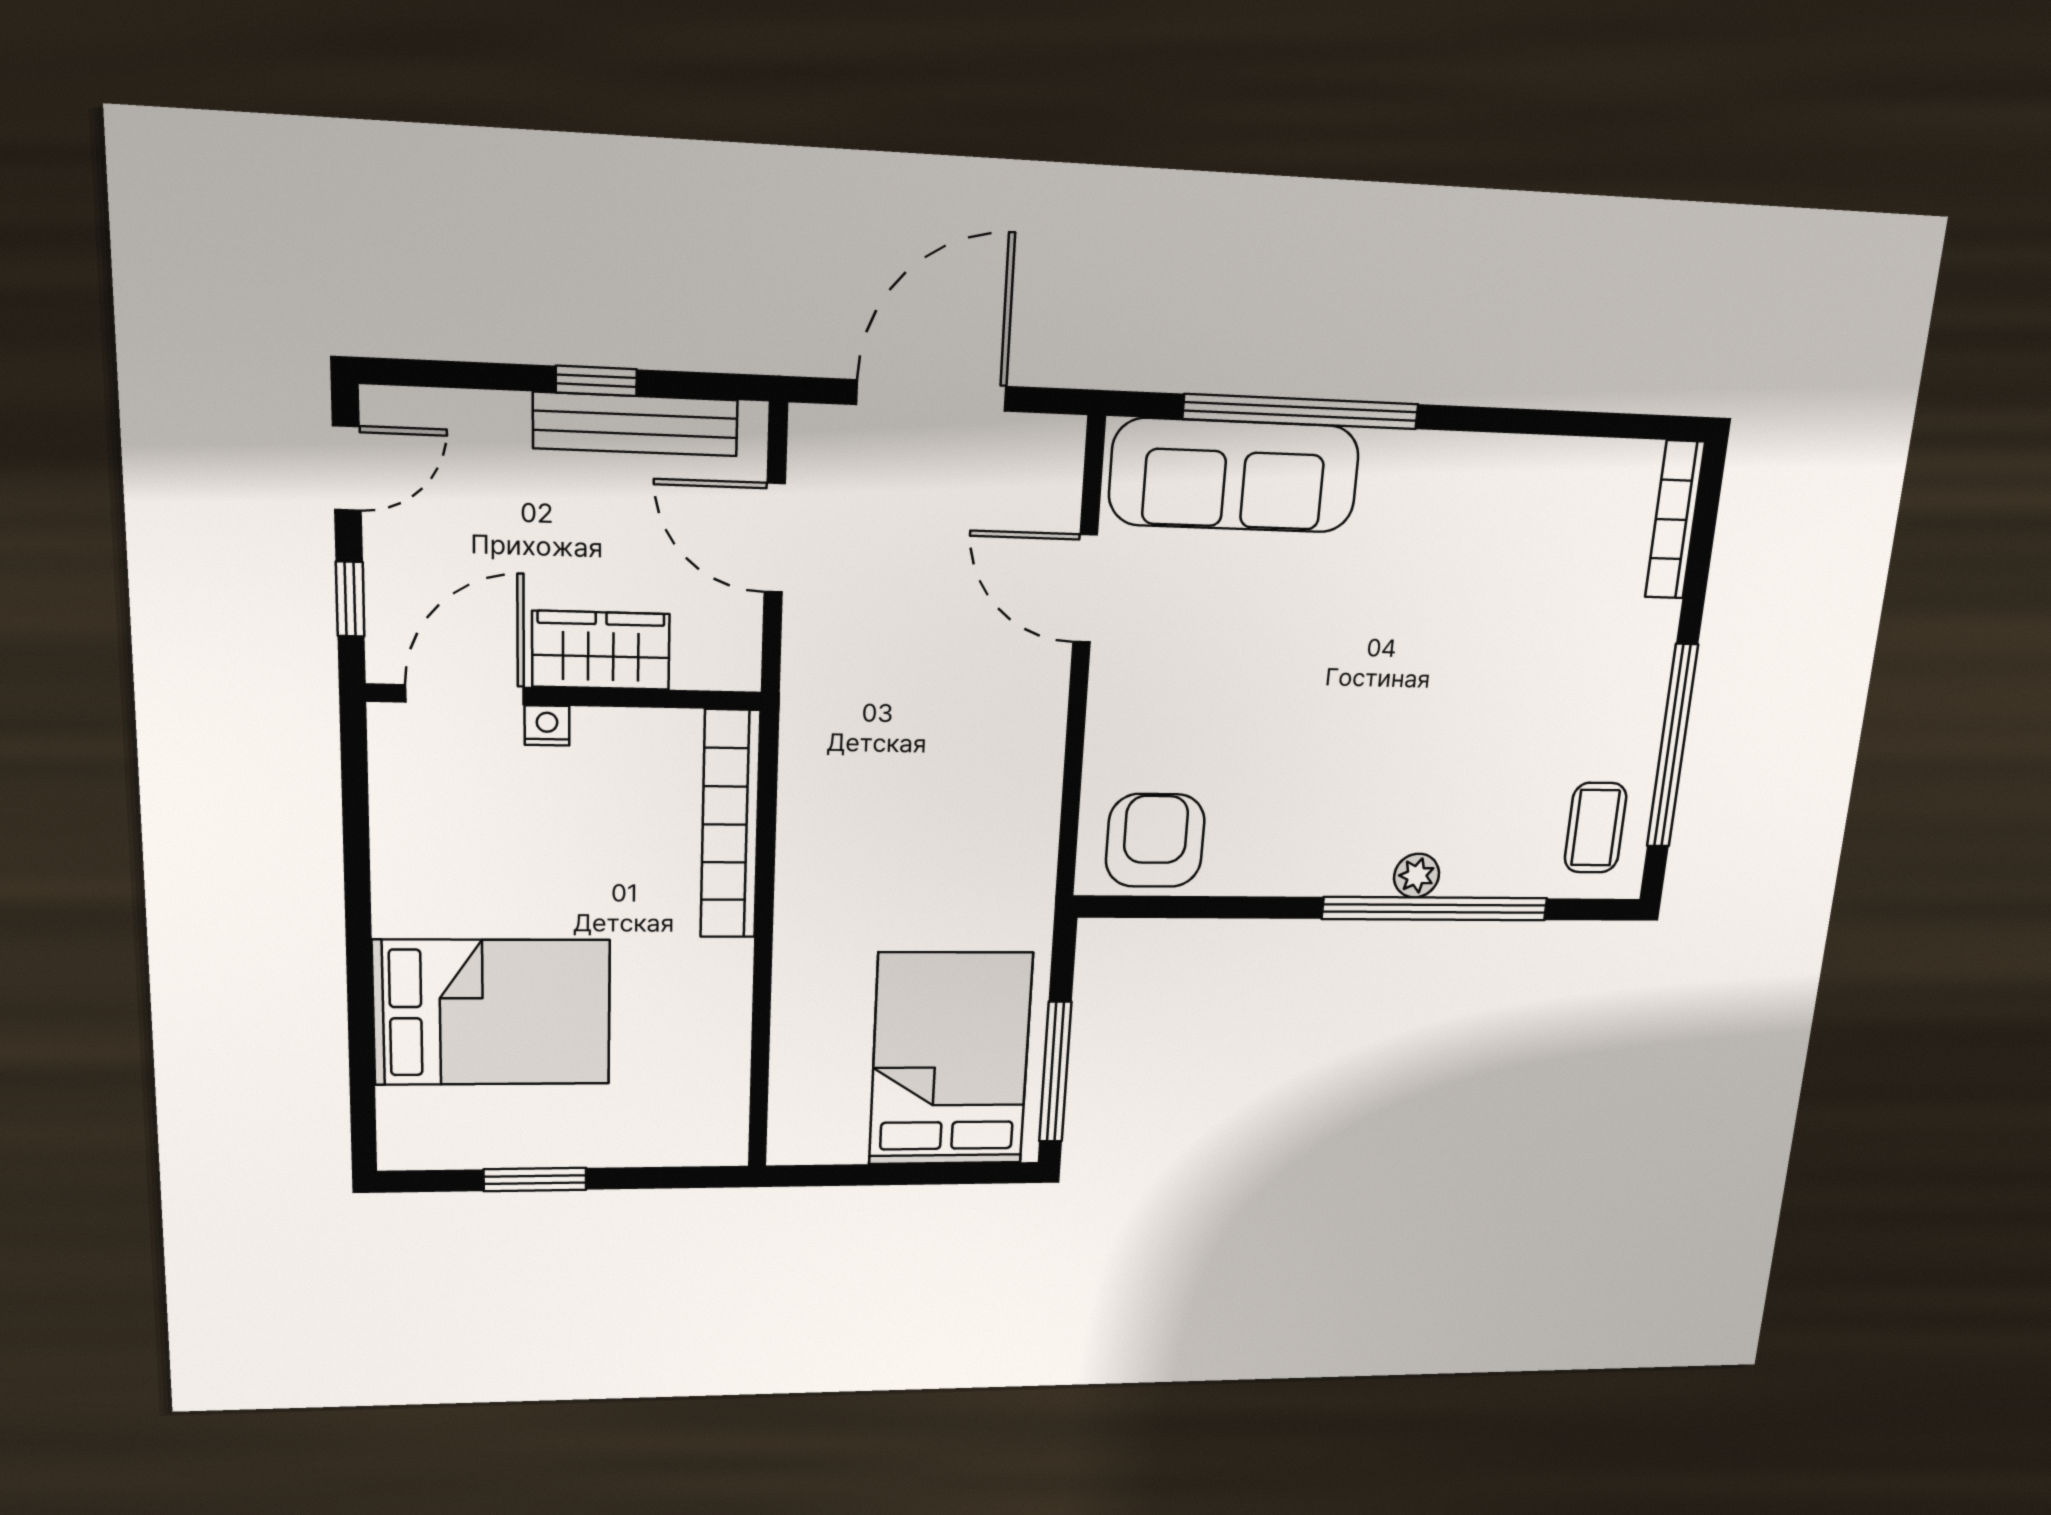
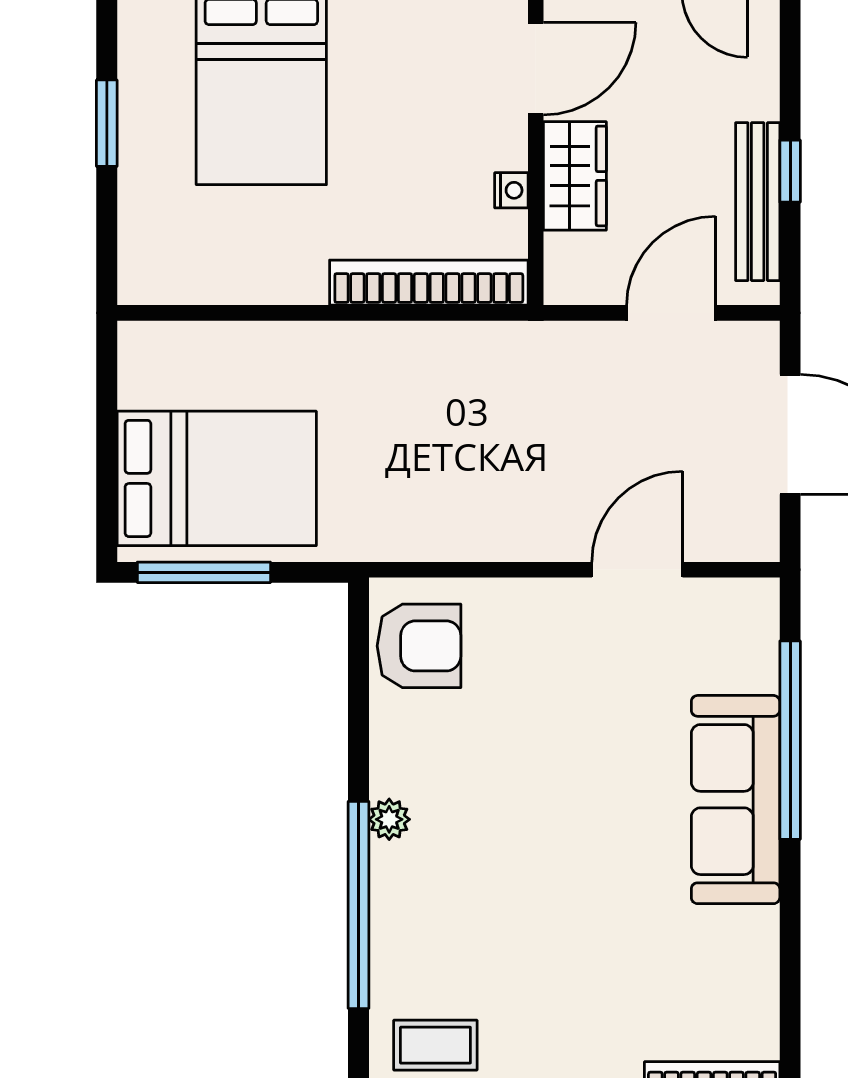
sofa: (1234, 475) -> (736, 800), moved
door: (465, 695) -> (536, 69), hinge flipped
nightstand: (547, 725) -> (511, 190), moved
plant: (1417, 876) -> (389, 819), moved

